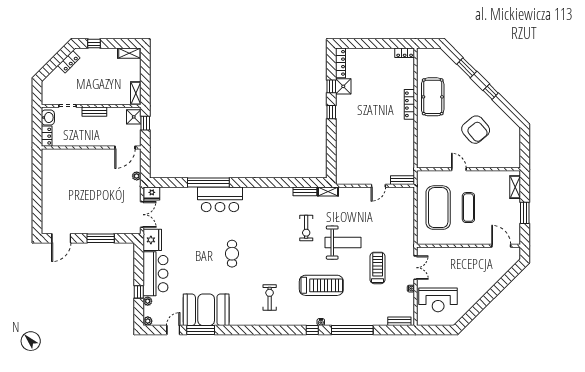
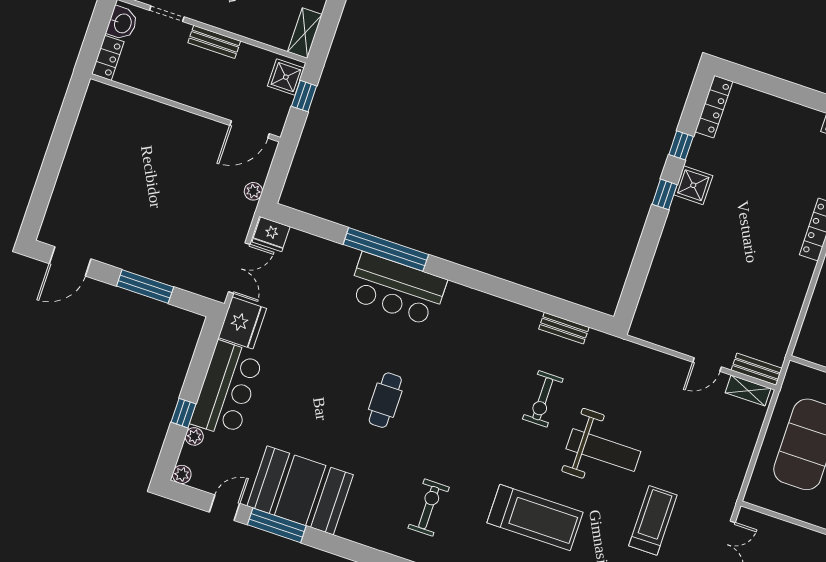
shower: (343, 86) -> (693, 185), moved
shelving: (328, 191) -> (748, 391), moved

